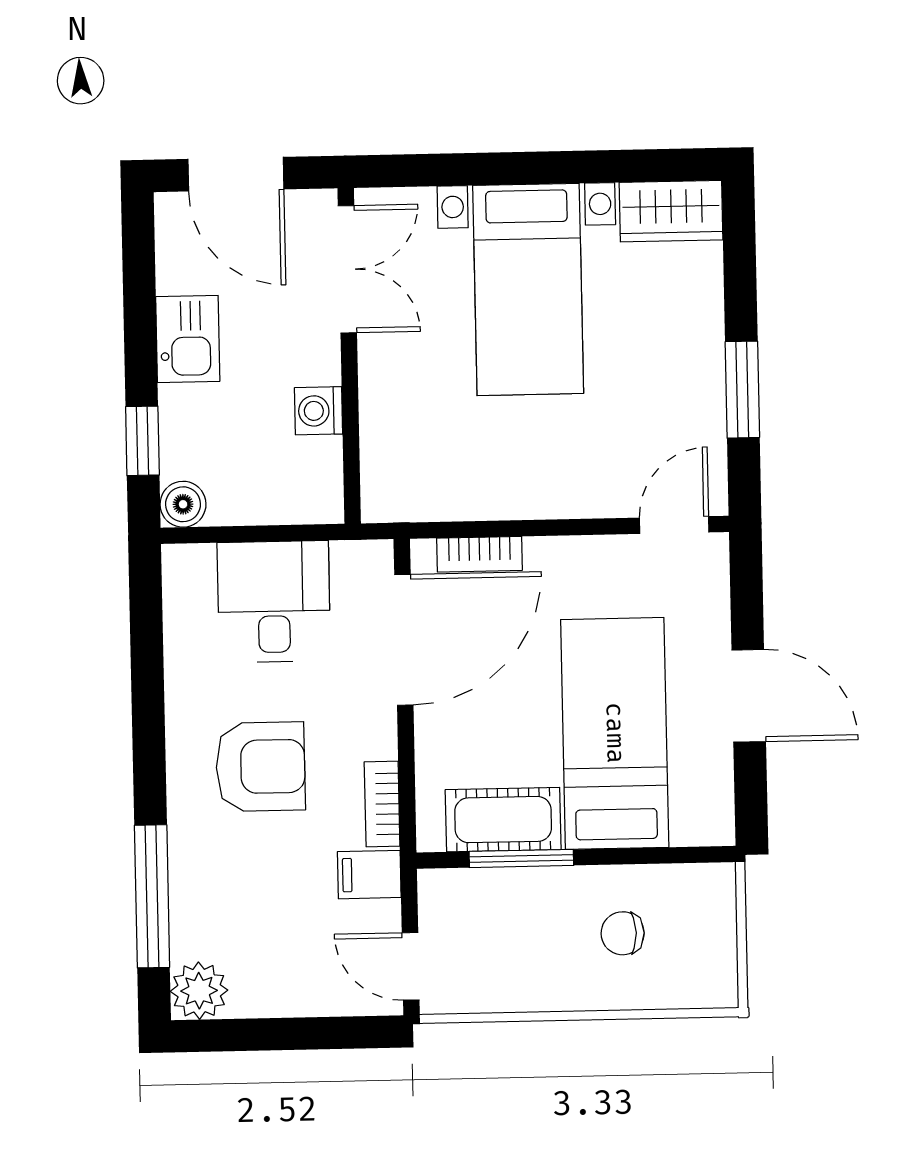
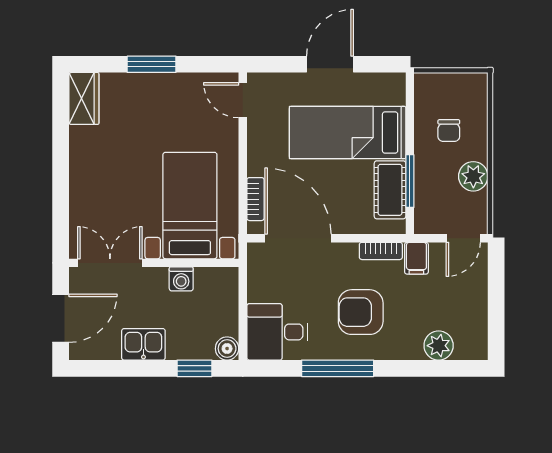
bed with nightstands: (528, 289) -> (190, 206), moved, turned -90
window: (742, 390) -> (152, 64), moved
desk: (274, 602) -> (277, 332), moved
armchair: (260, 767) -> (361, 312), turned -90
window: (152, 896) -> (338, 368), moved
plant: (533, 983) -> (473, 176), added
plant: (199, 991) -> (439, 346), moved

